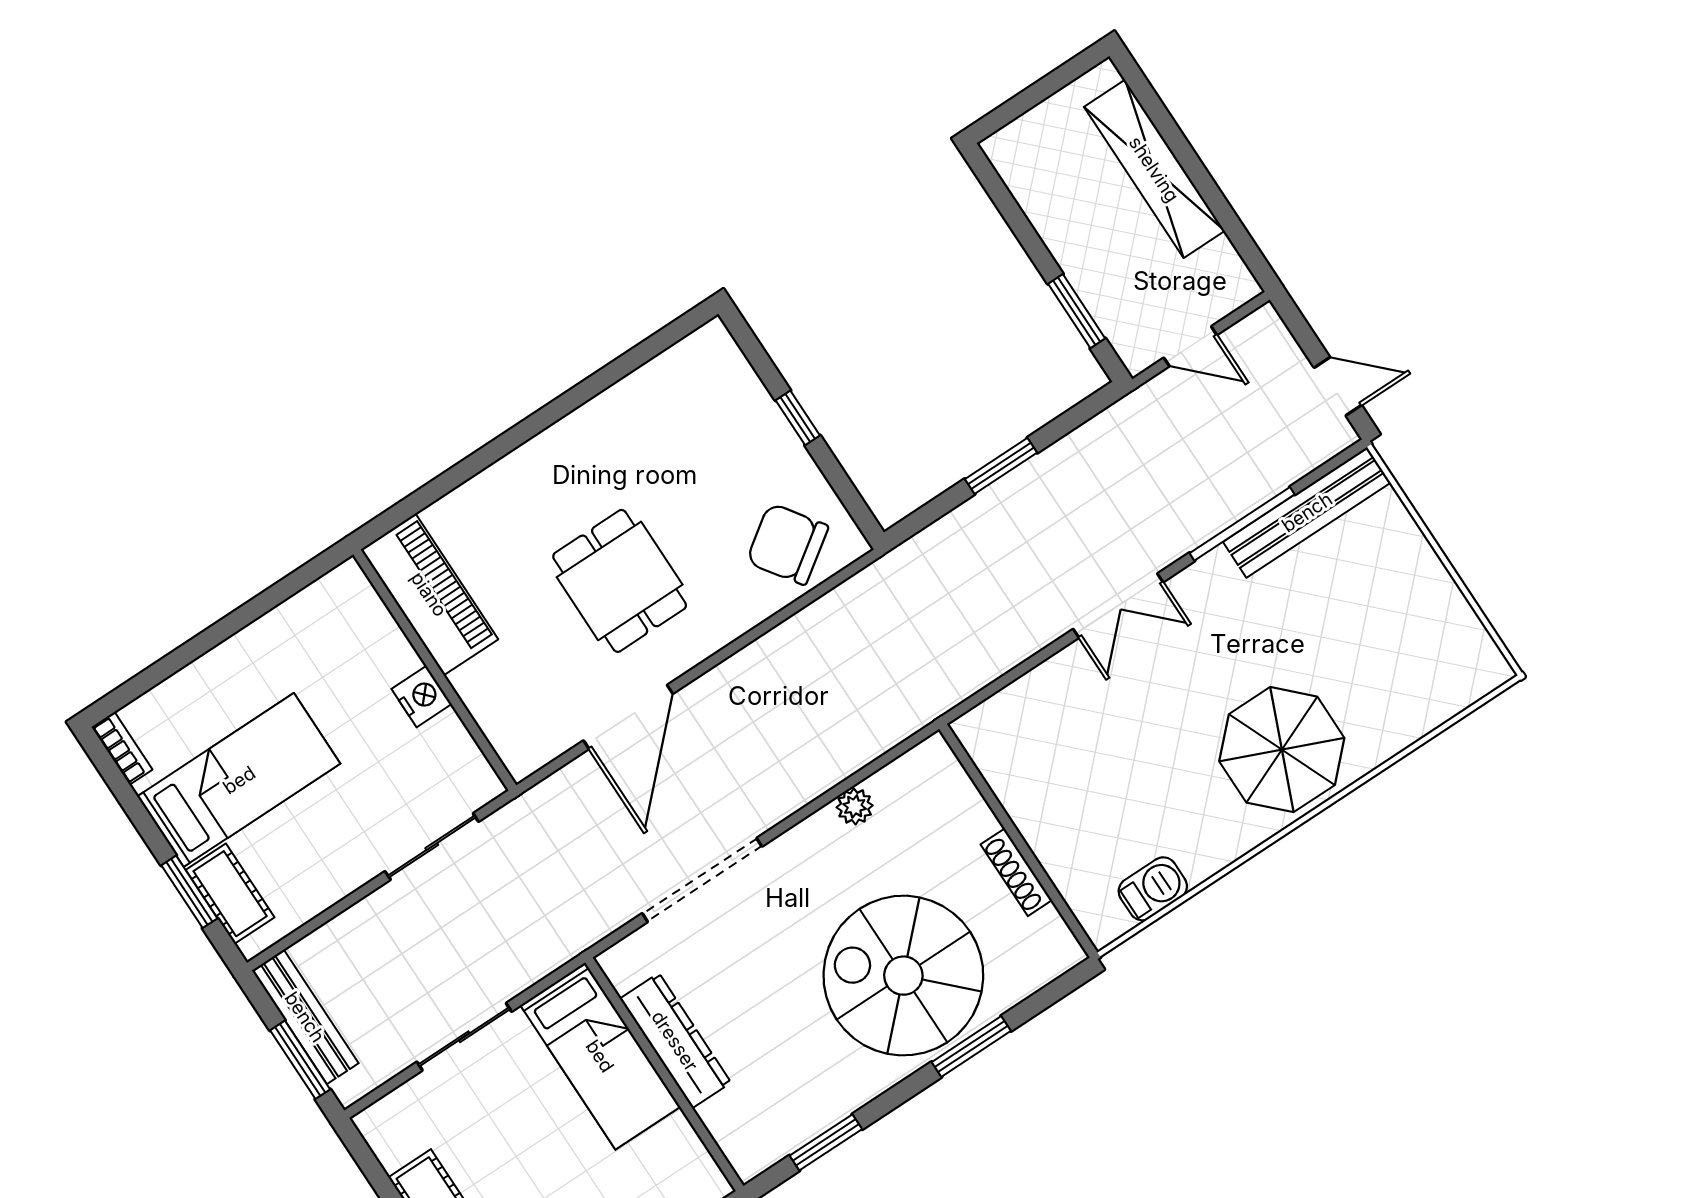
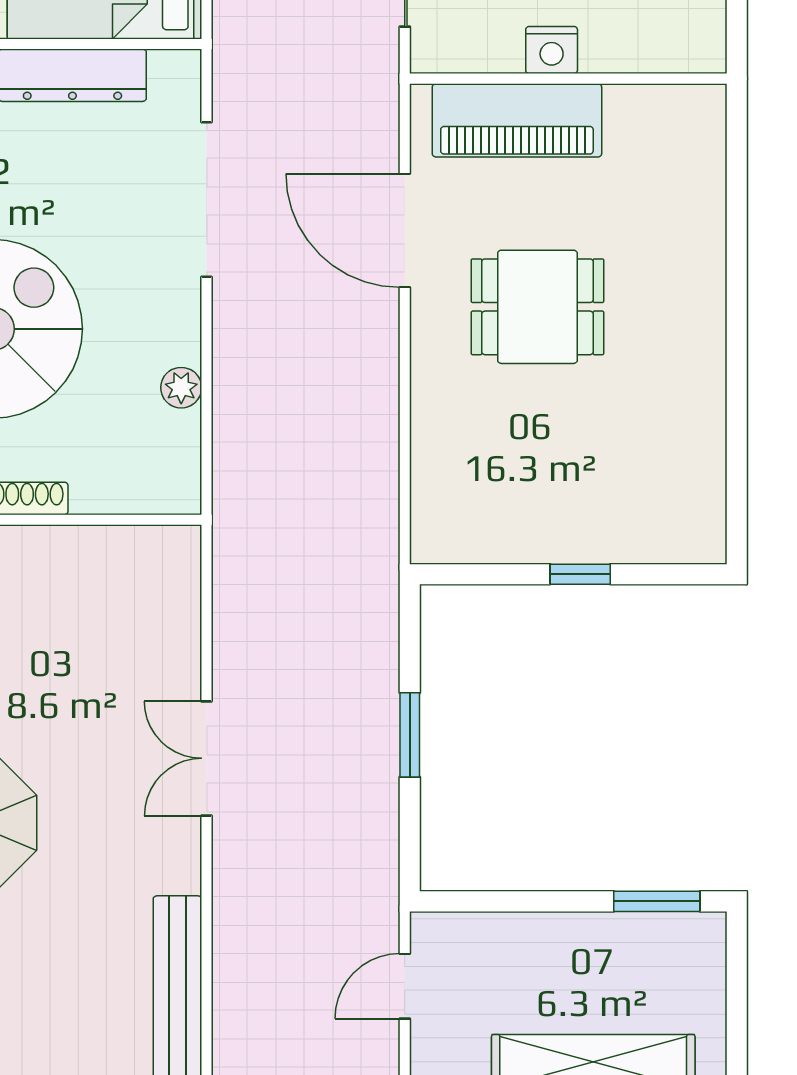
window: (1077, 311) -> (657, 901), moved
window: (1242, 524) -> (207, 925), removed
chair: (787, 544) -> (468, 487), removed
piano: (429, 594) -> (517, 120), moved

